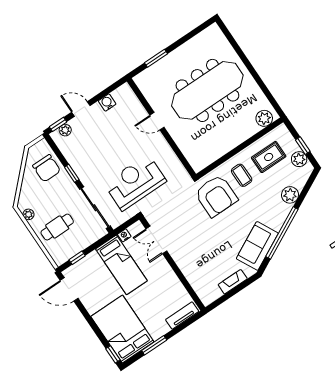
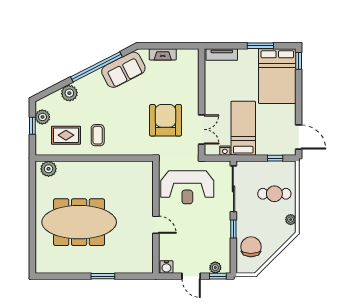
door: (157, 121) -> (156, 225), moved
wall: (161, 128) -> (156, 217), moved
armchair: (216, 196) -> (165, 120), moved

